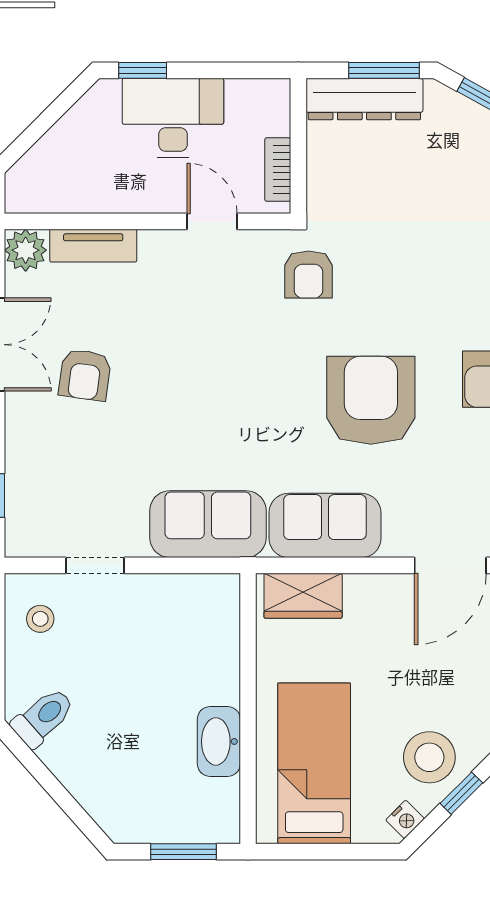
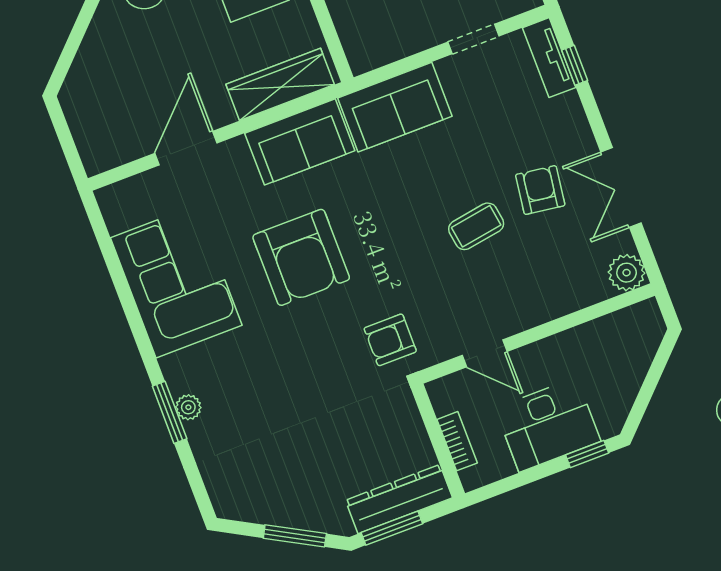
bookcase: (278, 170) -> (457, 441), moved
tv unit: (93, 246) -> (549, 58), moved, turned -90
armchair: (309, 275) -> (390, 340), turned -90
coffee table: (169, 362) -> (476, 226), added
wardrobe: (303, 596) -> (280, 84), width x1.50

